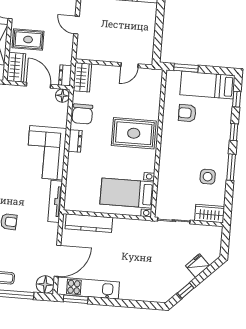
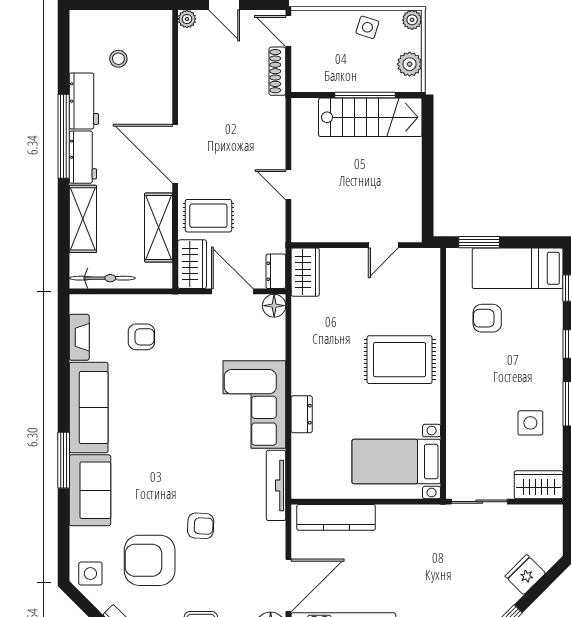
chair: (82, 114) -> (310, 334), removed
dresser: (75, 141) -> (302, 414), moved

